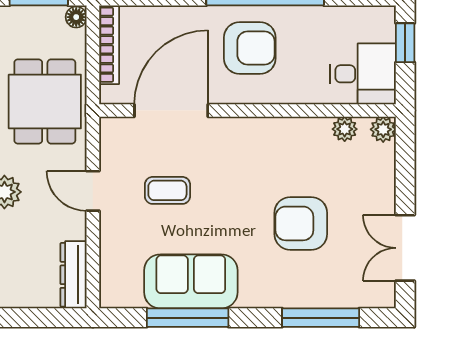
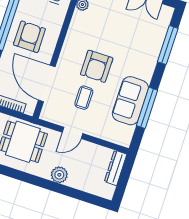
armchair: (301, 223) -> (97, 66), moved
dresser: (74, 275) -> (116, 168), moved, turned 90

